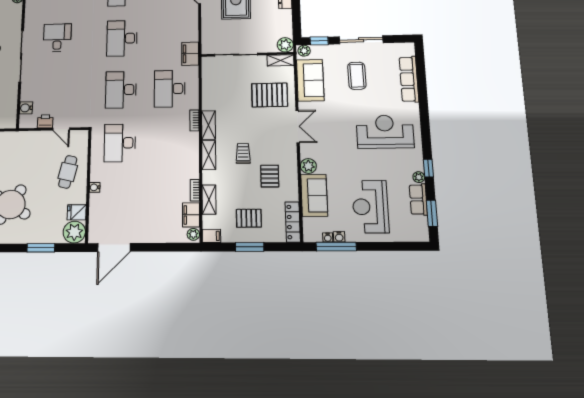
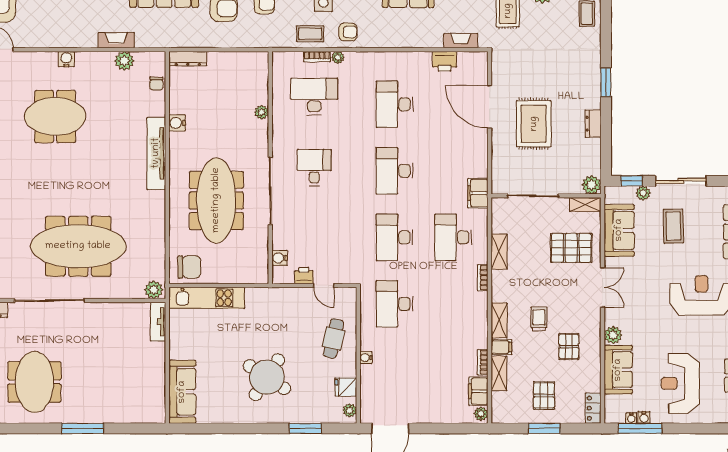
plant: (304, 51) -> (643, 193), moved
shelving: (209, 125) -> (499, 252), moved
pallet: (249, 218) -> (544, 395), turned 90
locker: (293, 222) -> (593, 408), width x0.66
plant: (74, 232) -> (350, 410), width x0.53, depth x0.53
filing cabinet: (211, 236) -> (501, 347), moved

